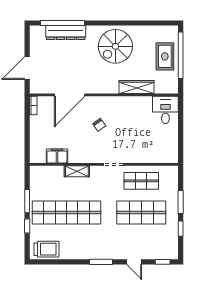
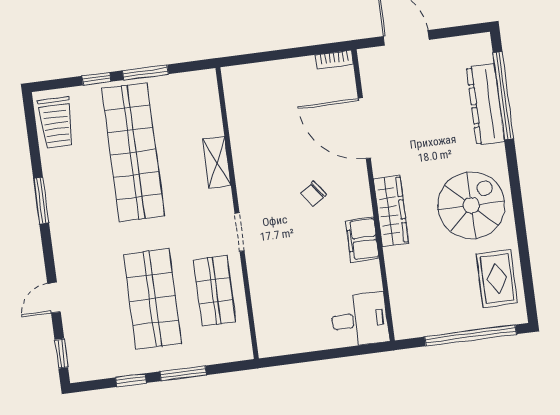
spiral stairs: (115, 46) -> (471, 205), turned 90
rug: (165, 56) -> (497, 278), moved, turned 90
wardrobe: (136, 87) -> (391, 211), moved
filing cabinet: (57, 156) -> (362, 239), moved, turned 180
window: (101, 262) -> (41, 201), moved

